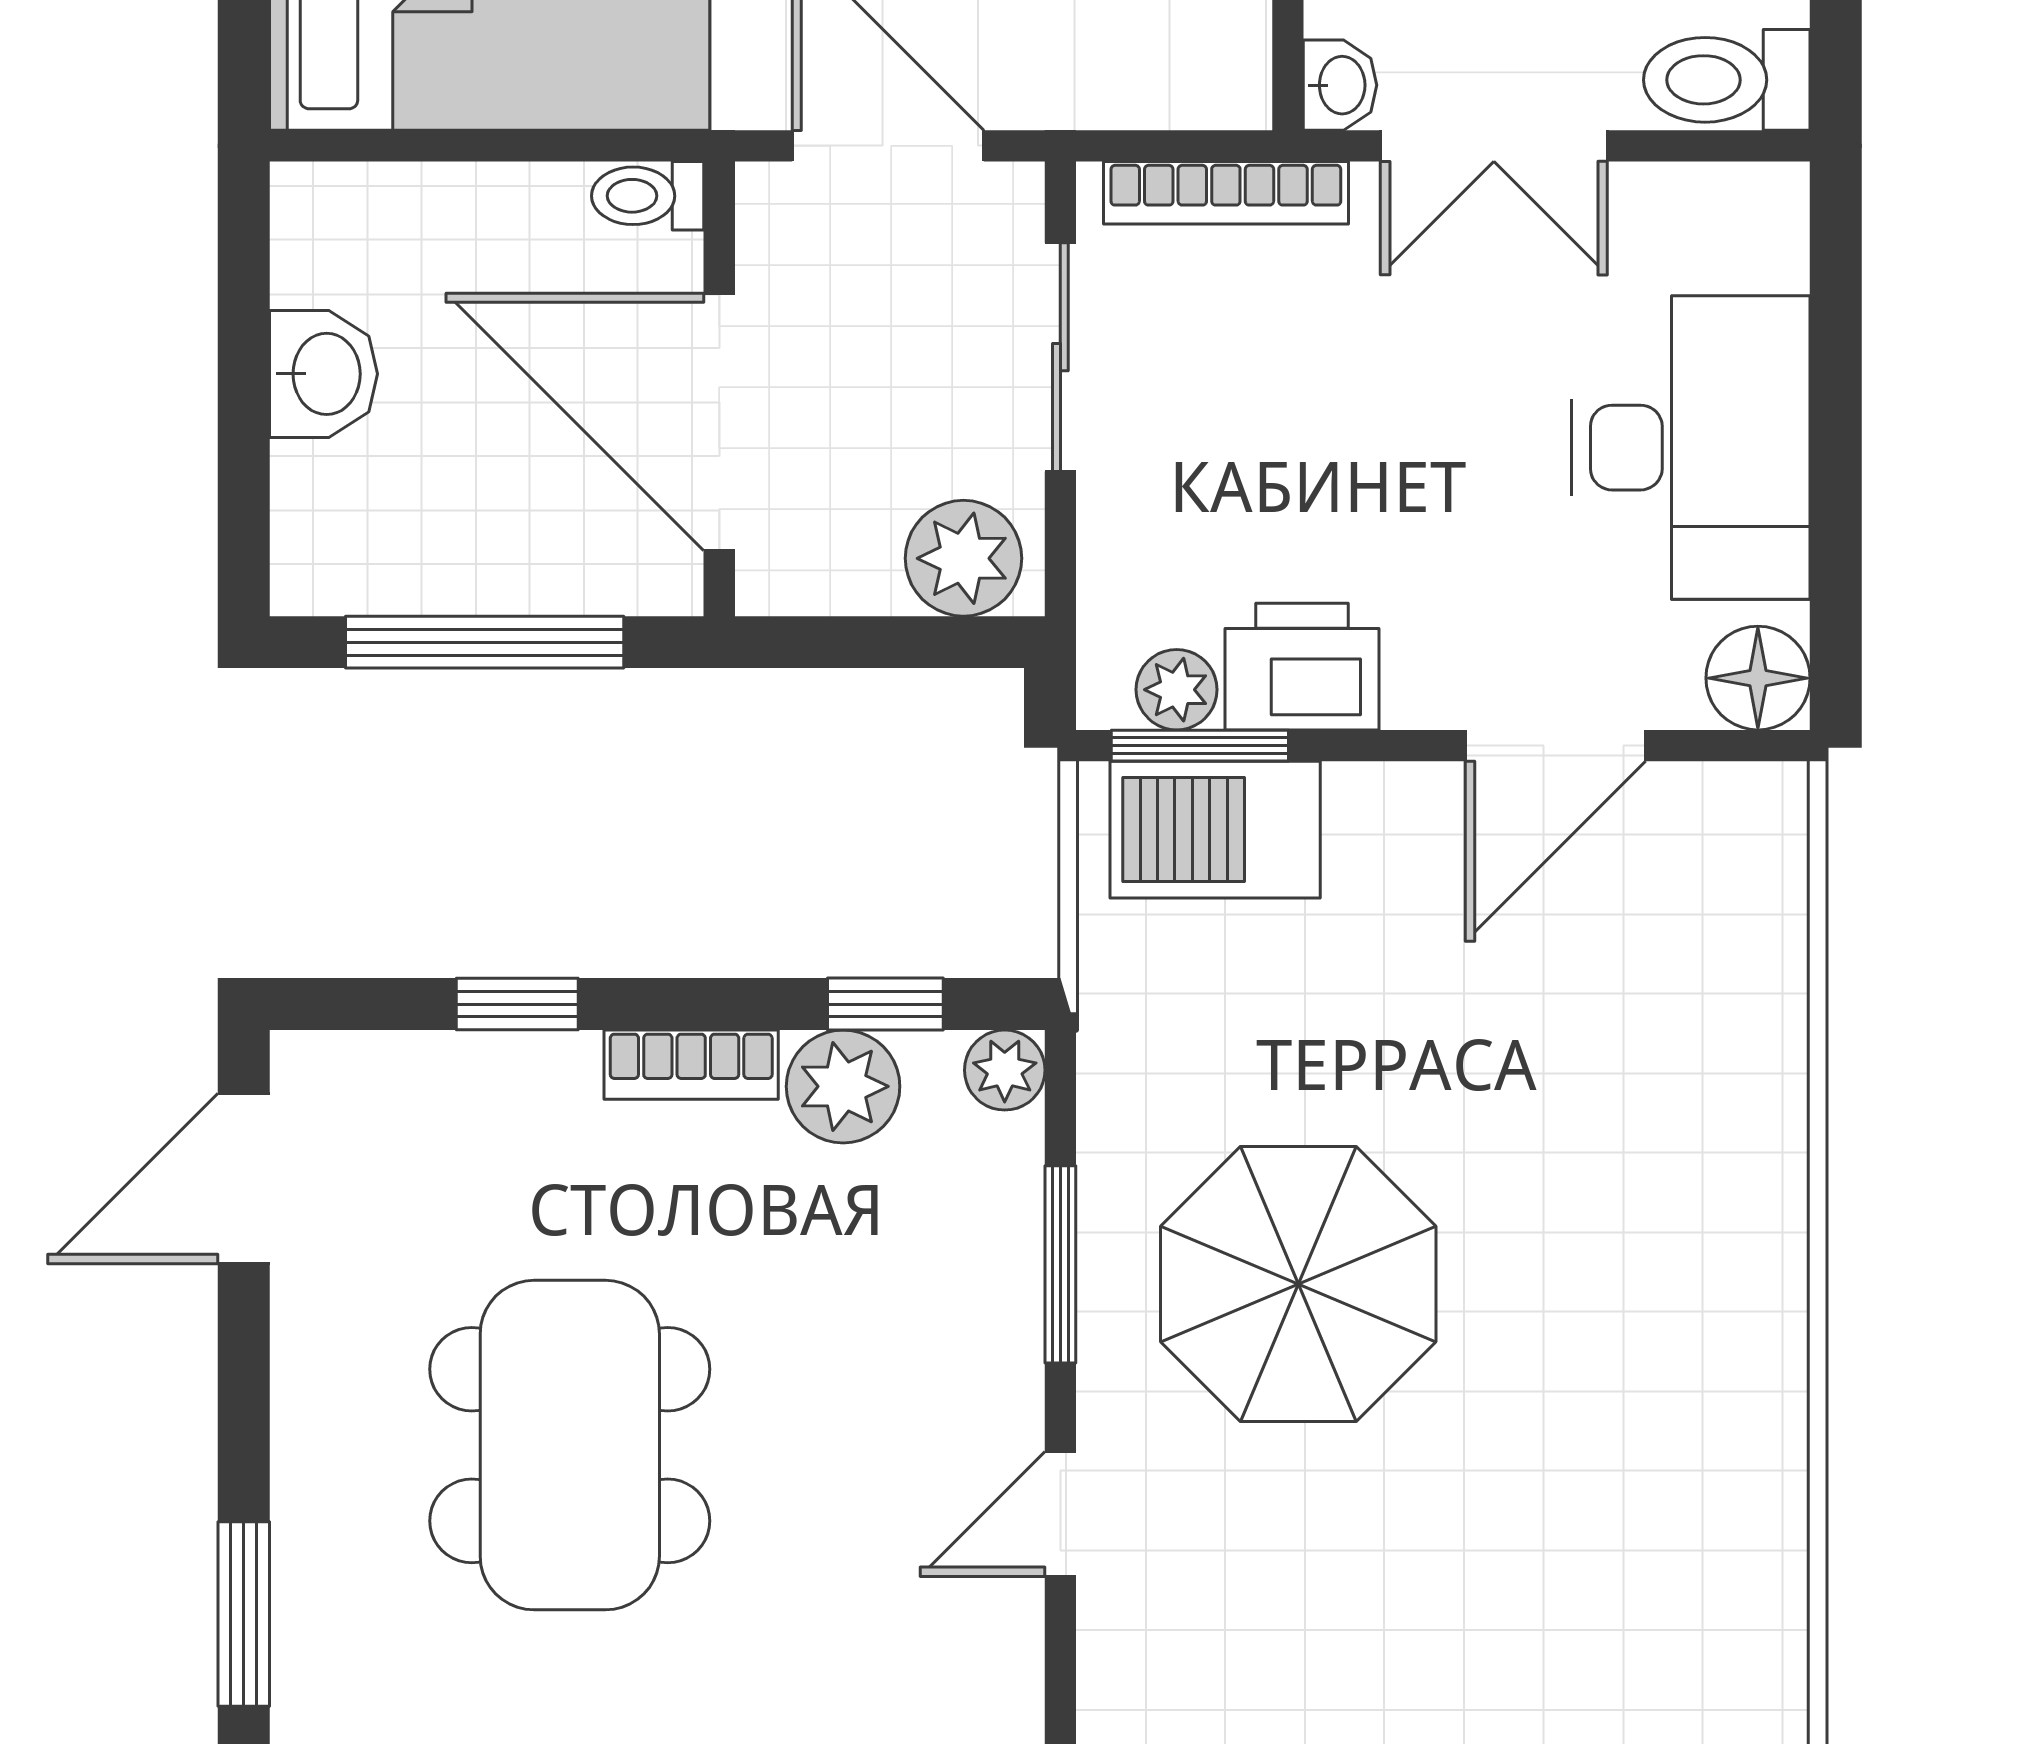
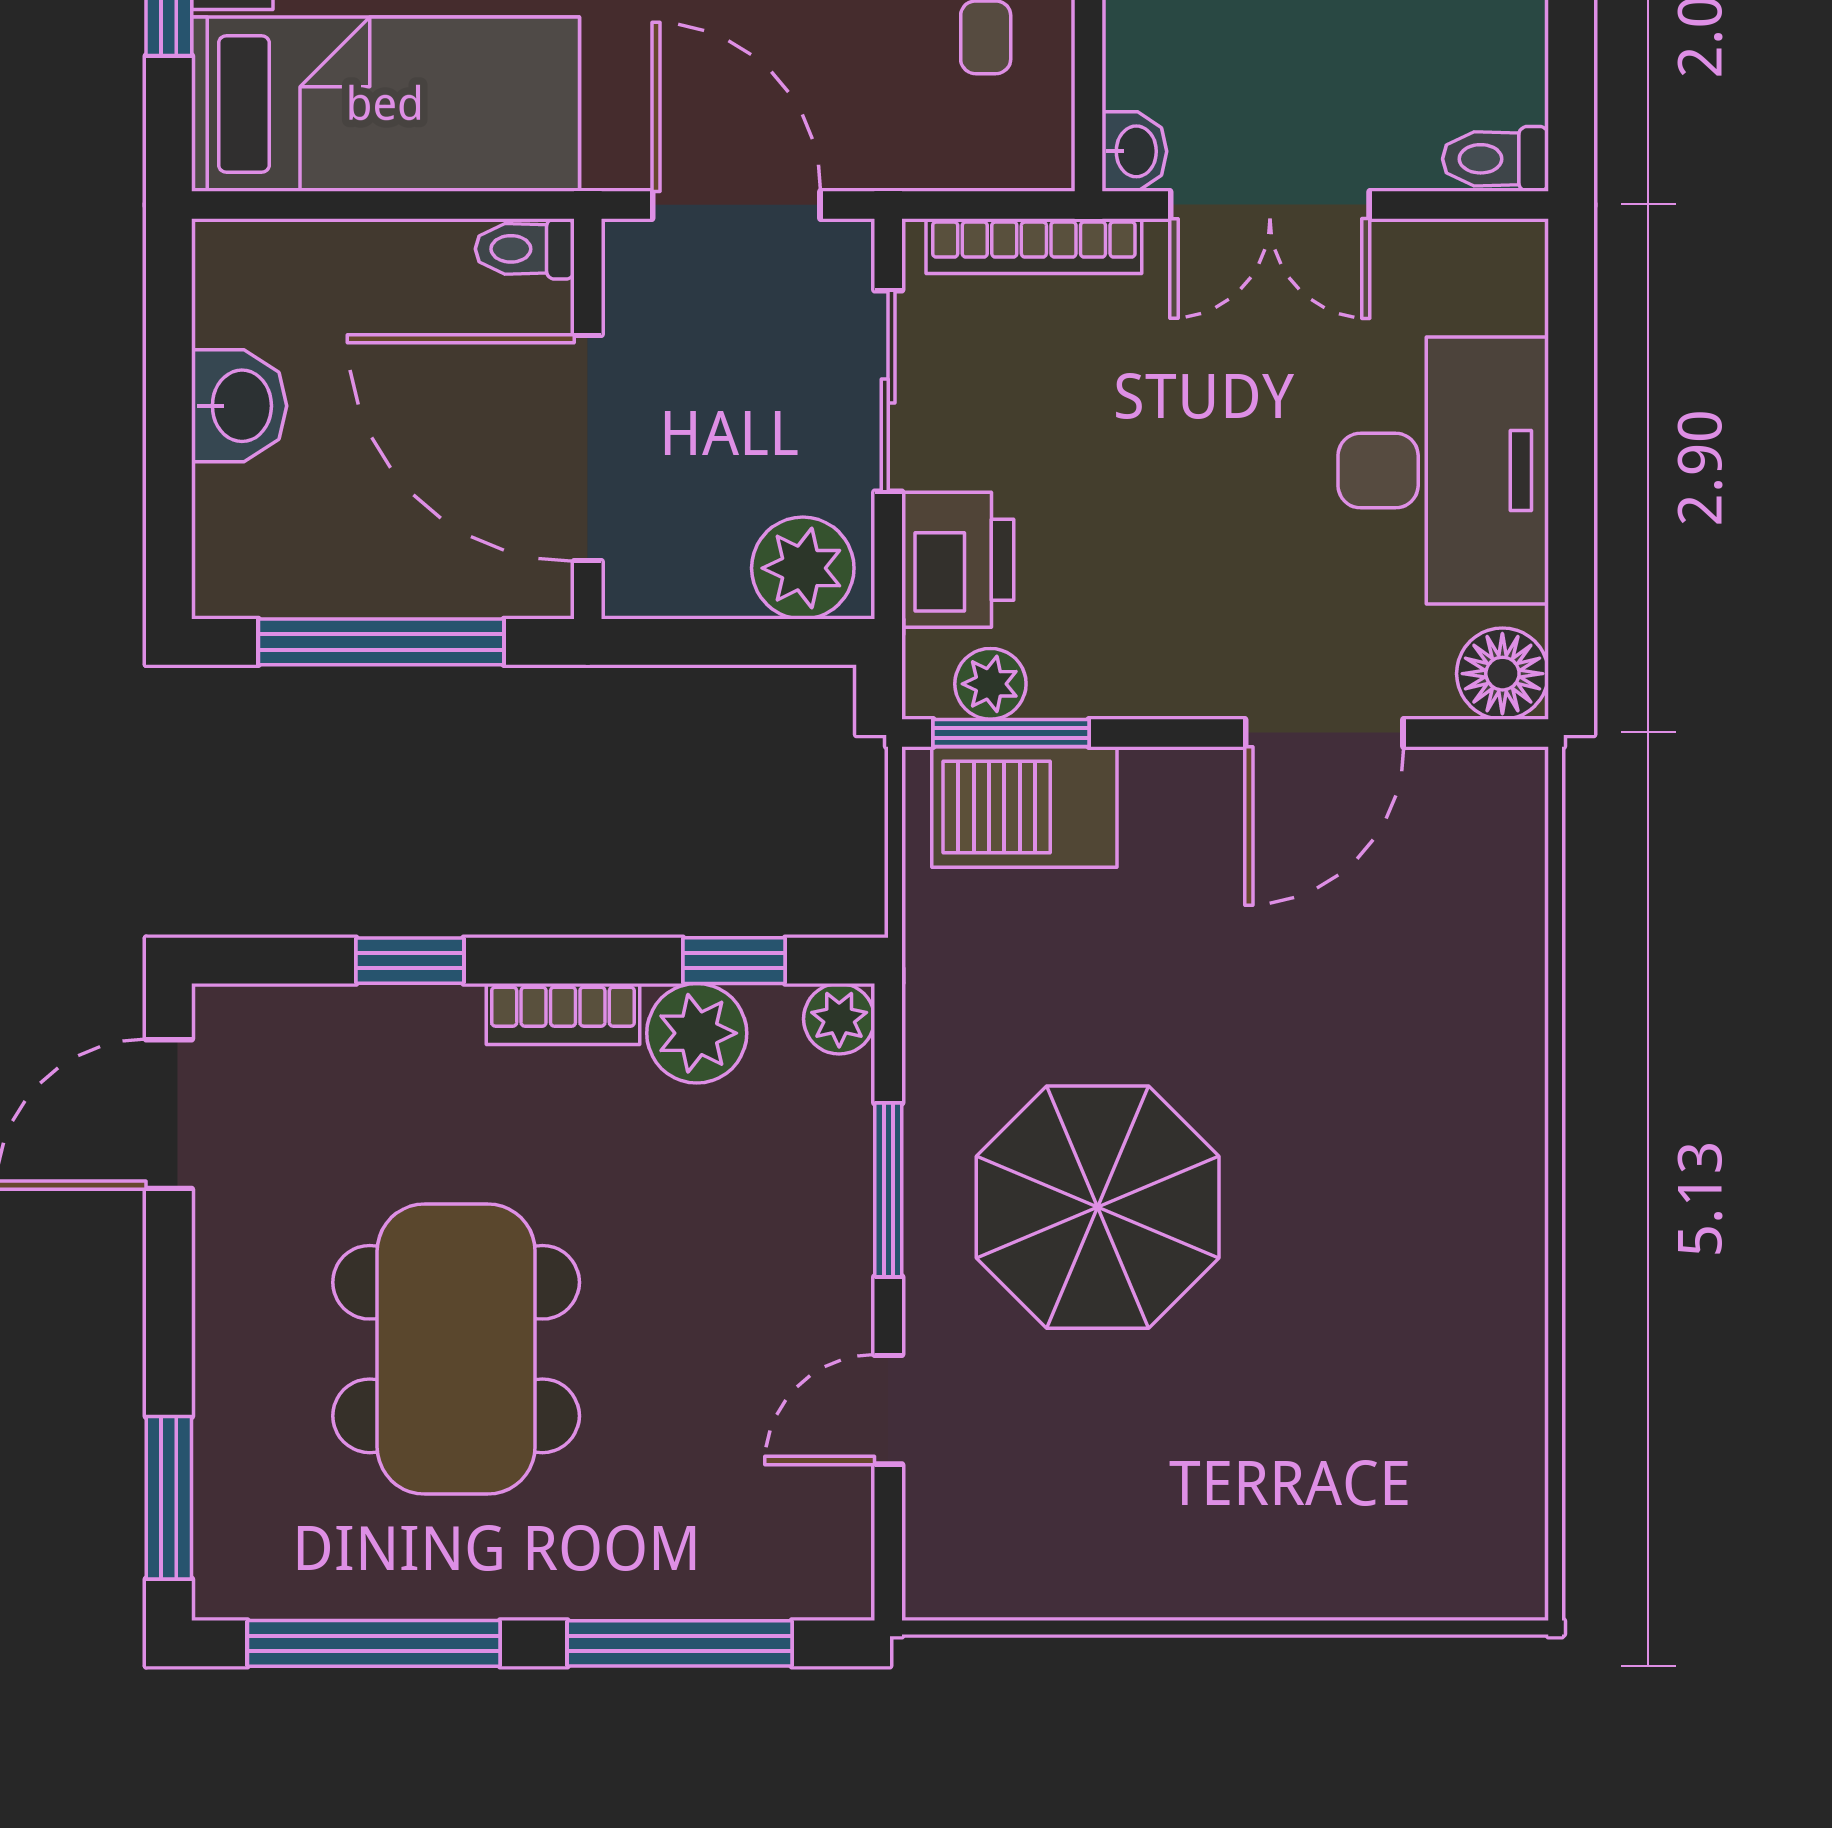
toilet: (1727, 80) -> (1495, 159), width x0.73, depth x0.72
printer: (1302, 667) -> (958, 560), moved, turned 90

